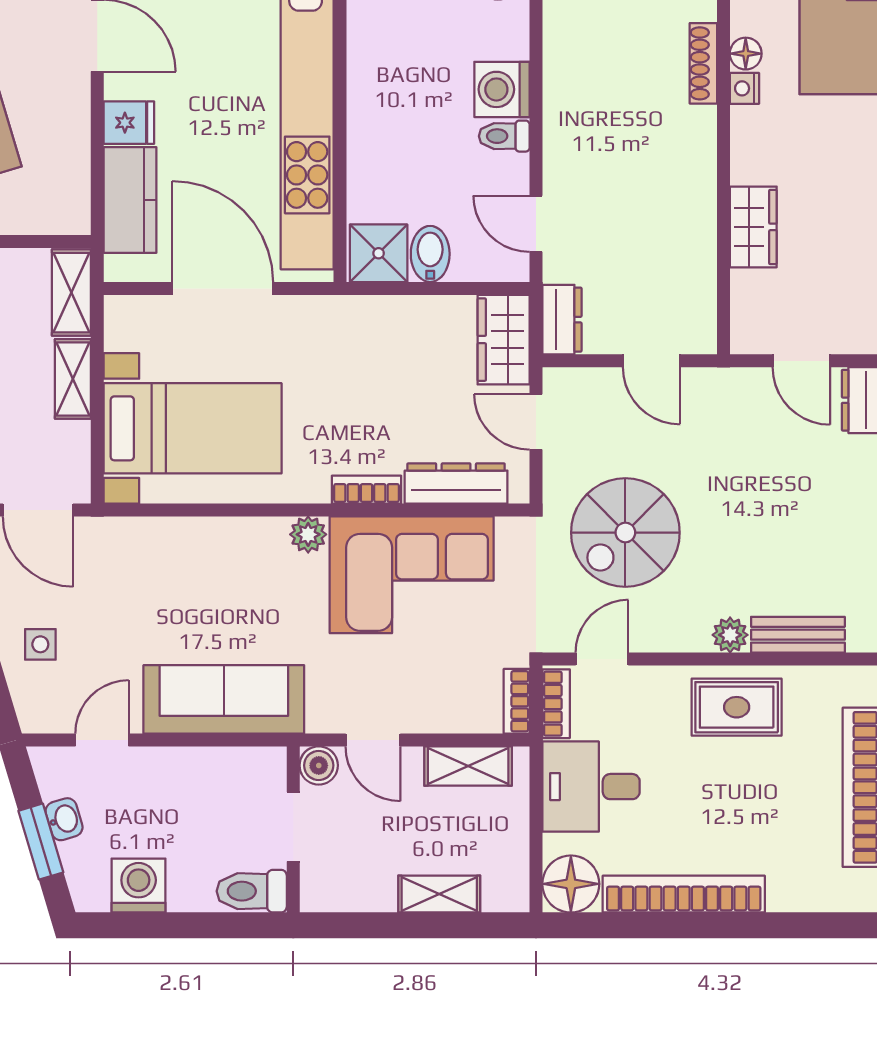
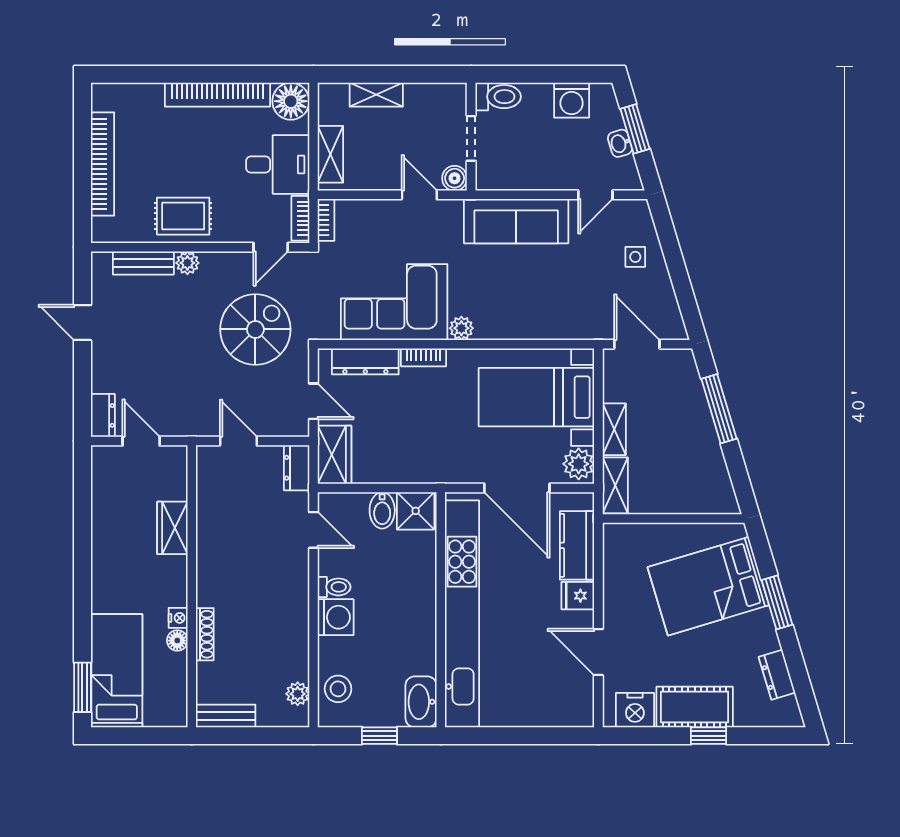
plant: (128, 326) -> (579, 464), added
shelving: (468, 766) -> (330, 154), moved, turned 90

